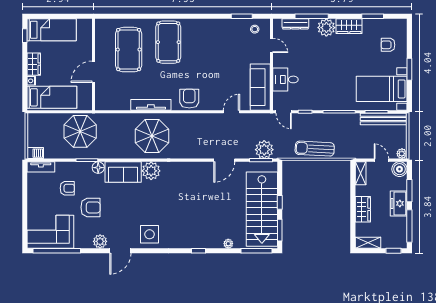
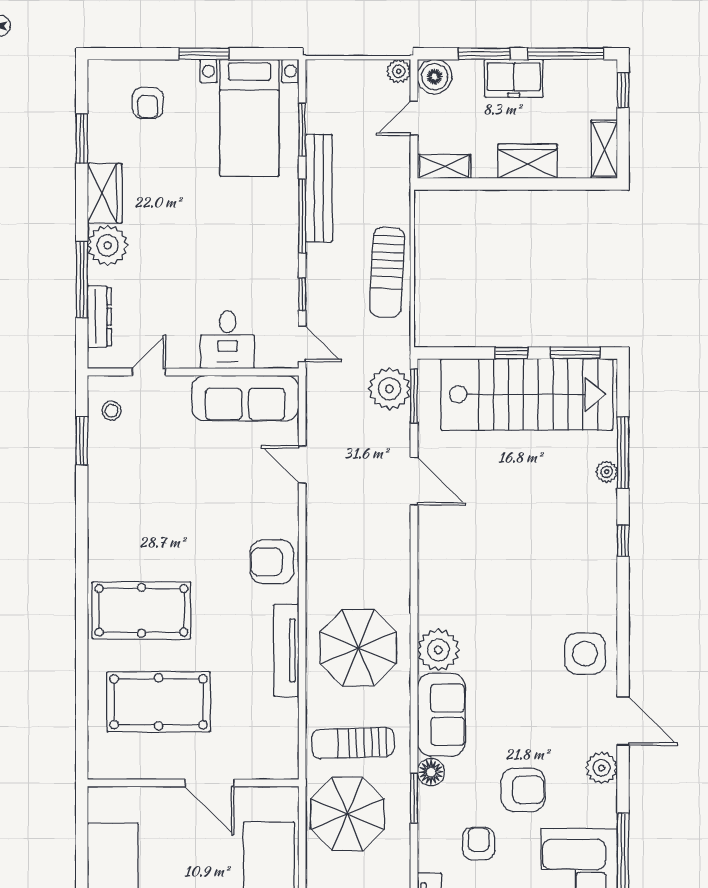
door: (284, 112) -> (302, 344), hinge flipped
bench: (384, 119) -> (319, 188), moved
sun lounger: (111, 134) -> (353, 743), added
armchair: (91, 207) -> (523, 790), turned 90
window: (257, 251) -> (623, 453), moved

